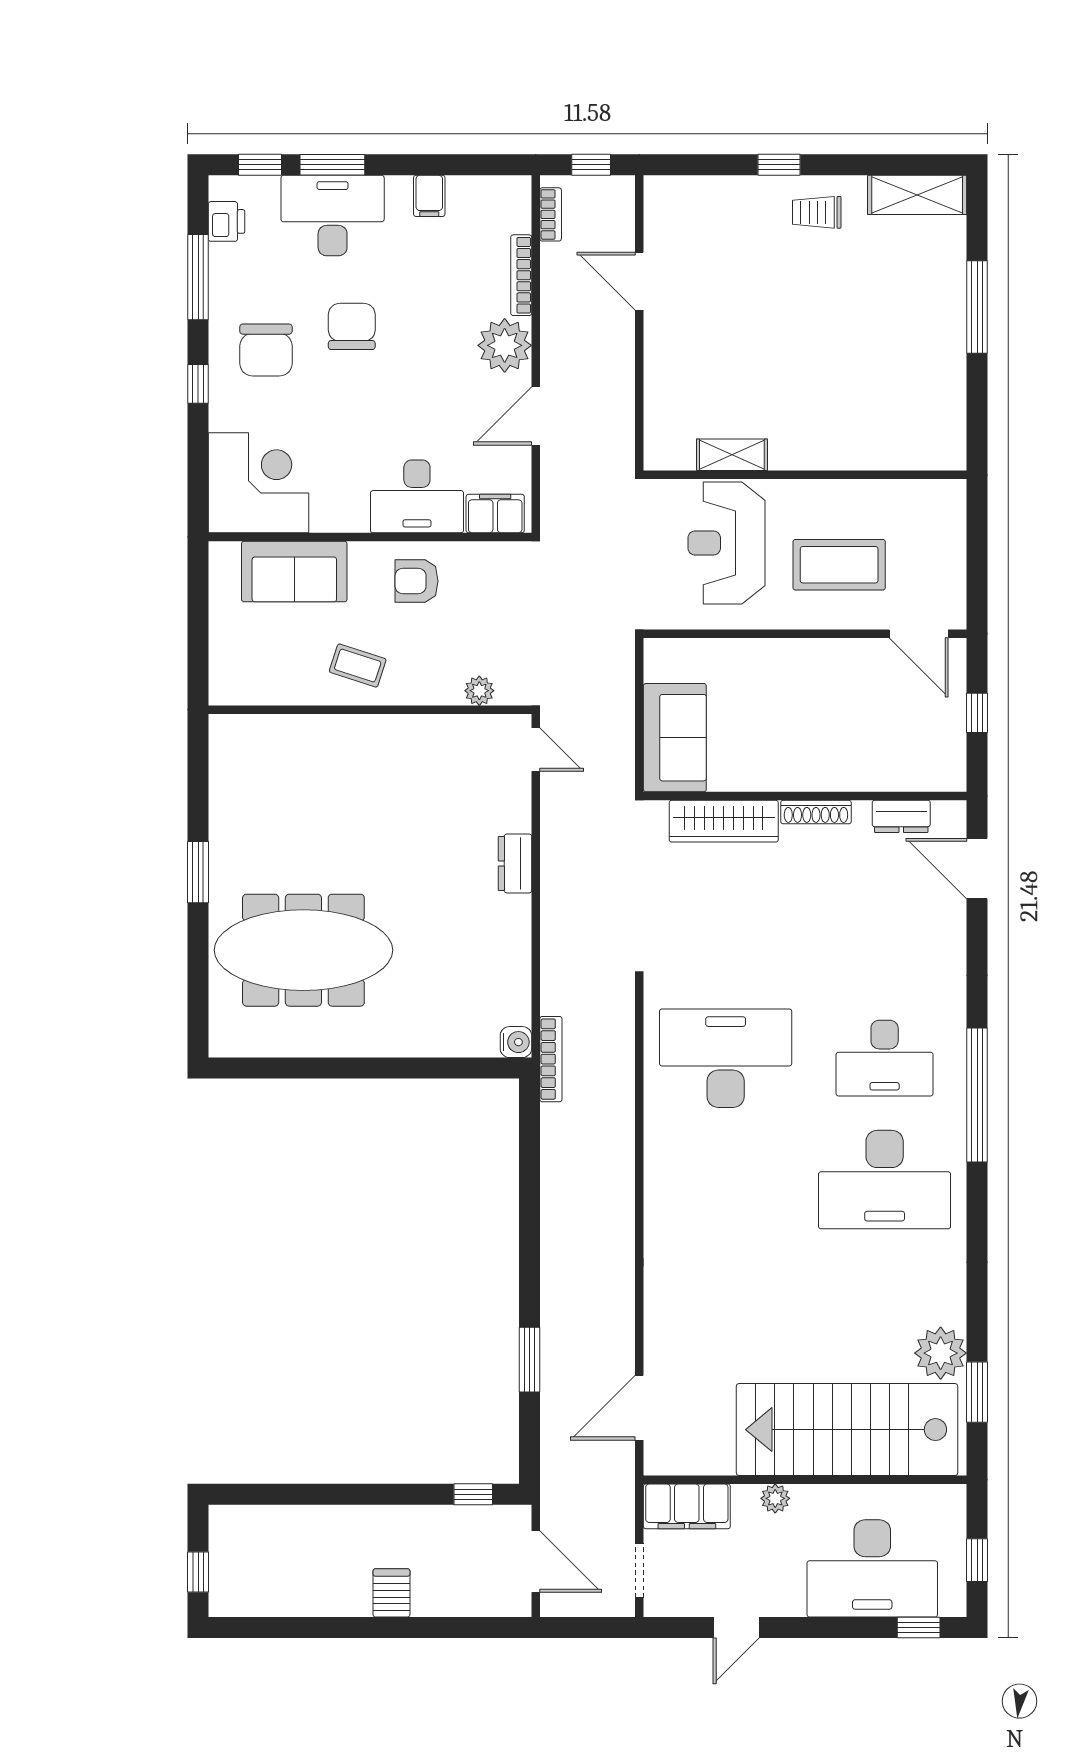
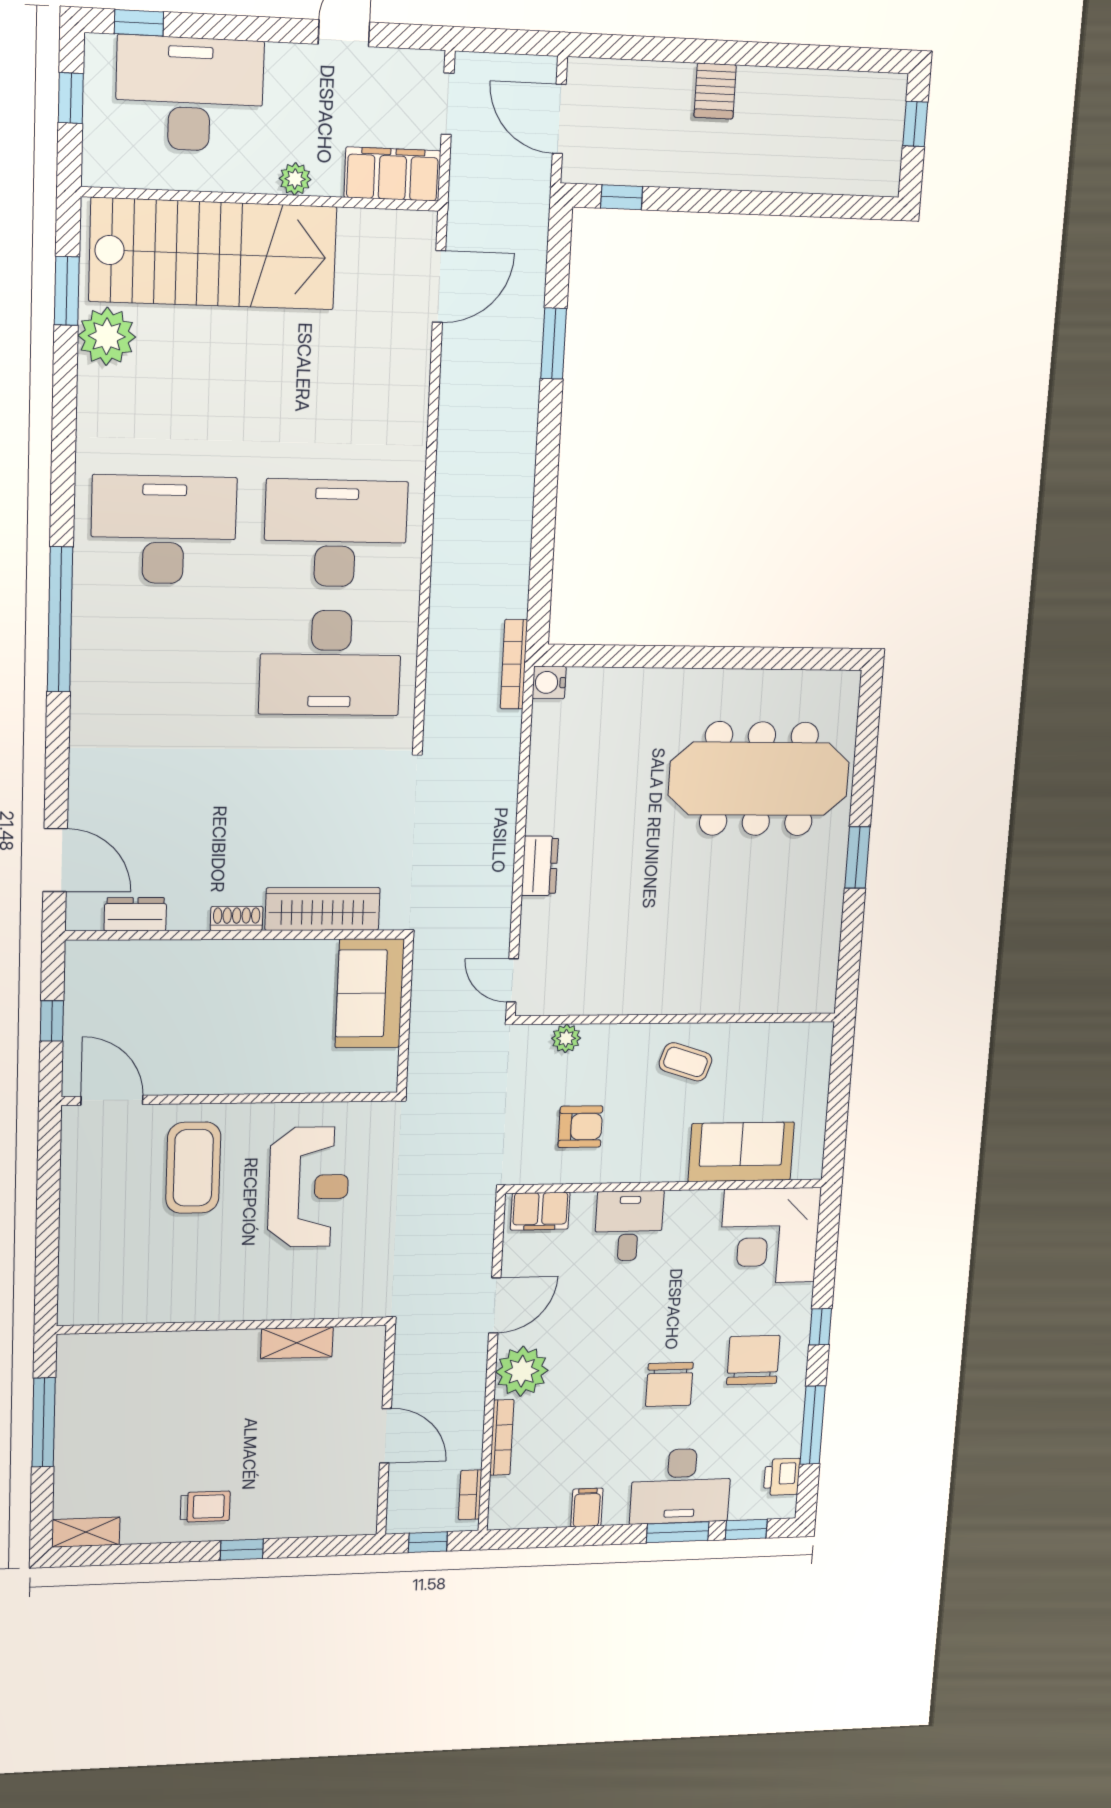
shelving: (917, 195) -> (86, 1532), width x0.67, depth x0.75
shelving: (732, 455) -> (297, 1343), moved
wall: (805, 475) -> (223, 1326), moved
desk: (417, 496) -> (629, 1226), width x0.73
coffee table: (839, 565) -> (193, 1168), turned 90
armchair: (417, 581) -> (580, 1127), moved
shoe rack: (816, 812) -> (237, 918), width x0.70
desk: (885, 1058) -> (336, 533), moved, width x1.36, depth x1.30

